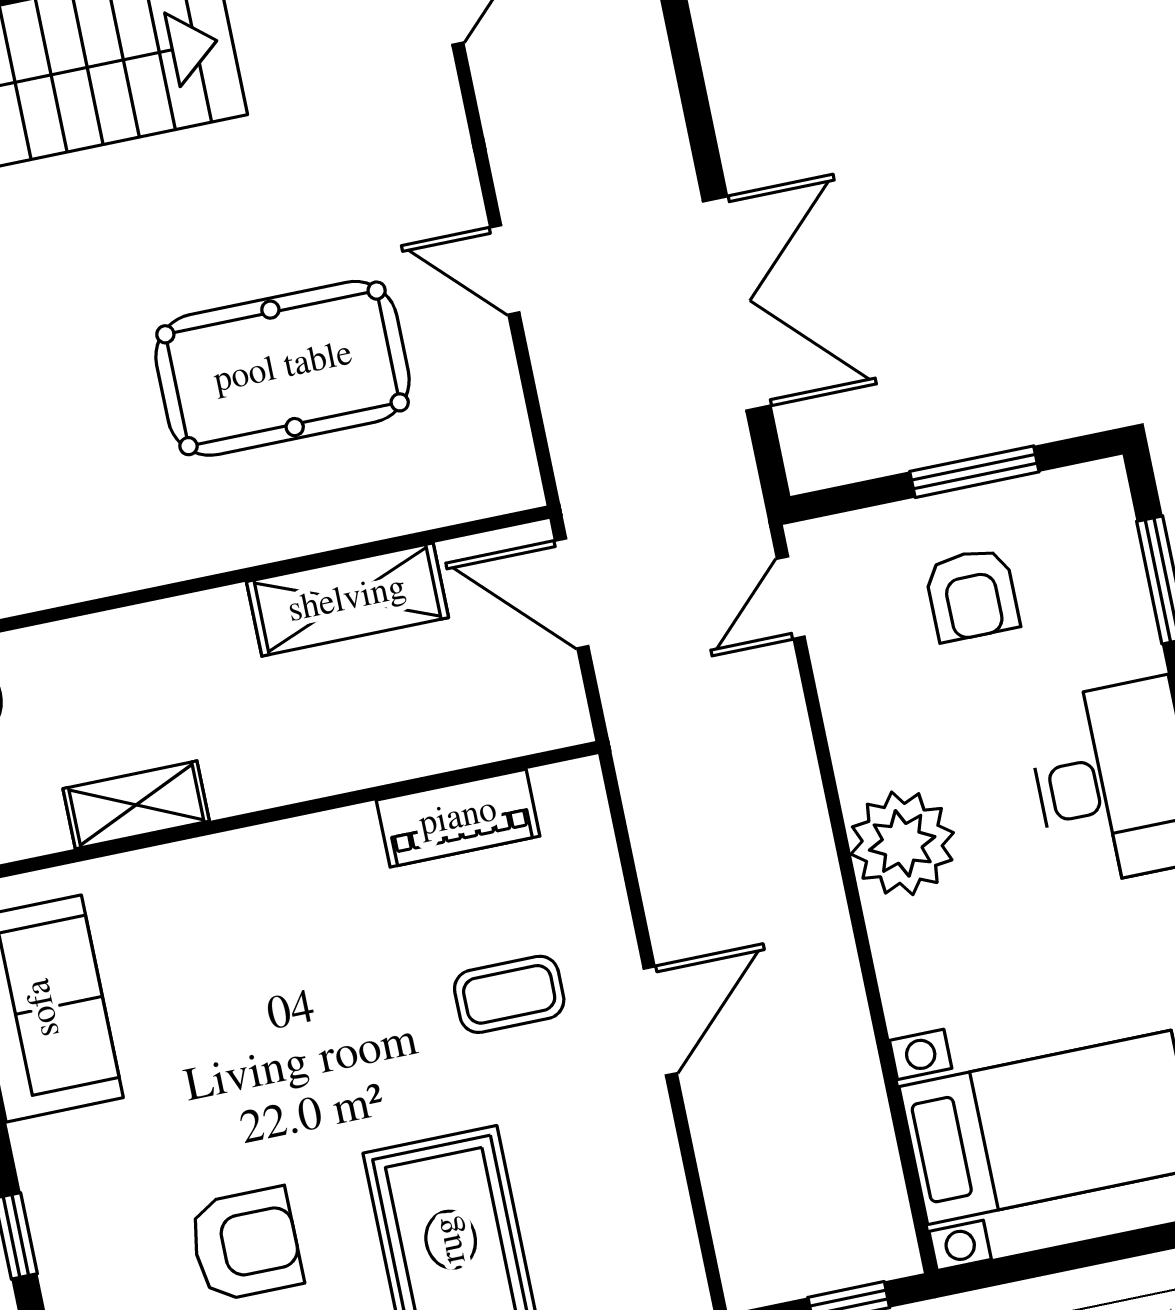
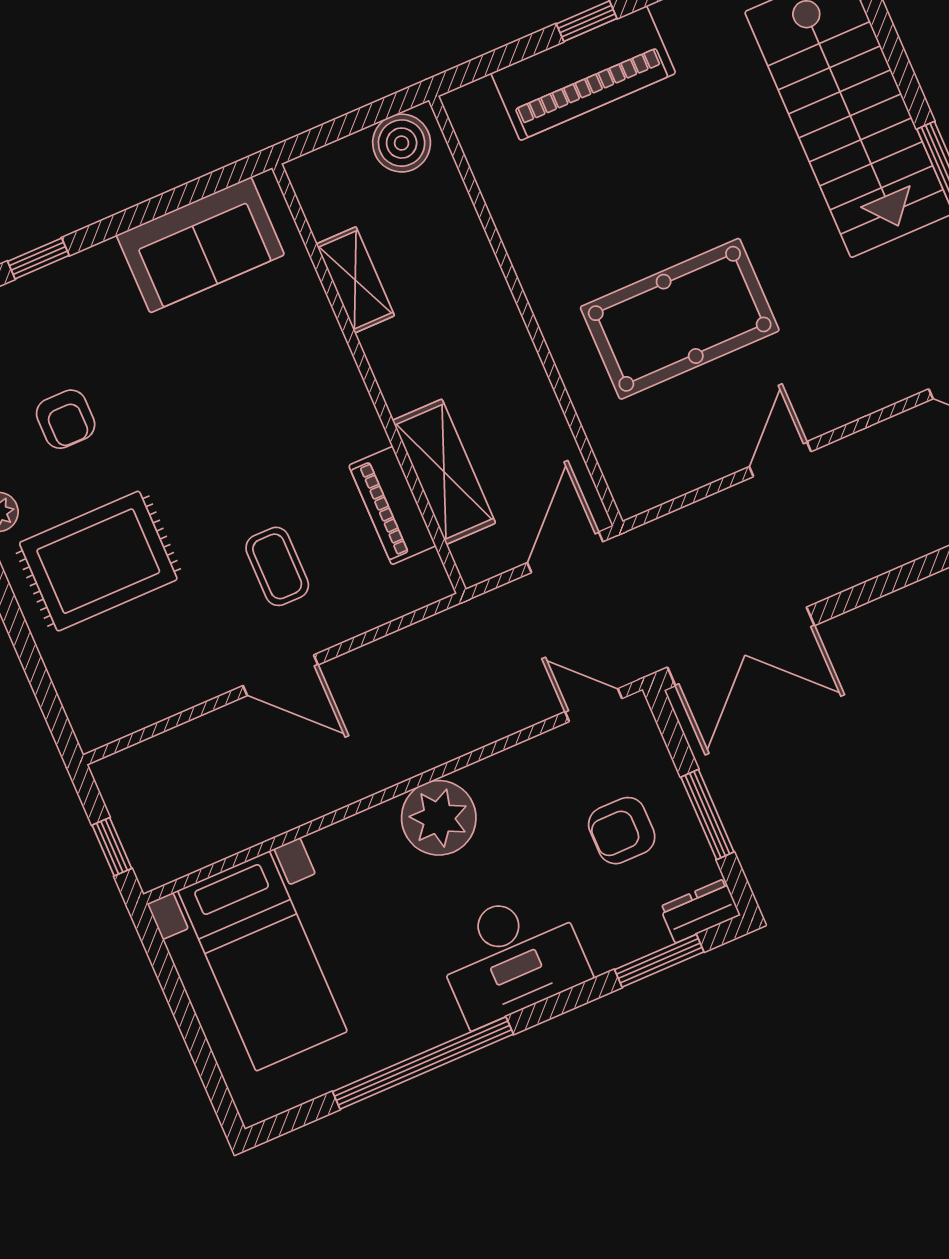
double door: (737, 303) -> (741, 646), moved
pool table: (283, 368) -> (680, 319), turned 90
dresser: (1105, 510) -> (700, 911), added
shelving: (347, 600) -> (444, 472), moved
armchair: (246, 1244) -> (66, 419), width x0.72, depth x0.72

